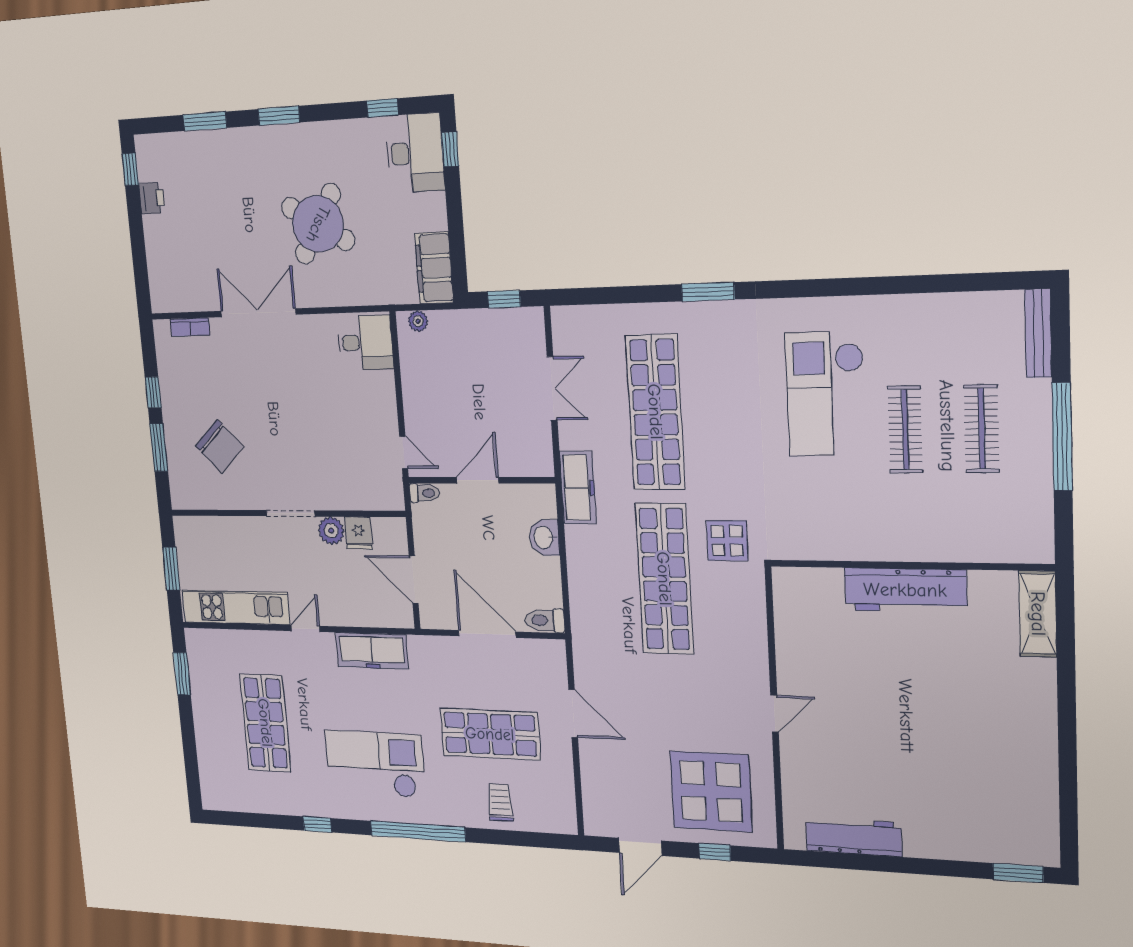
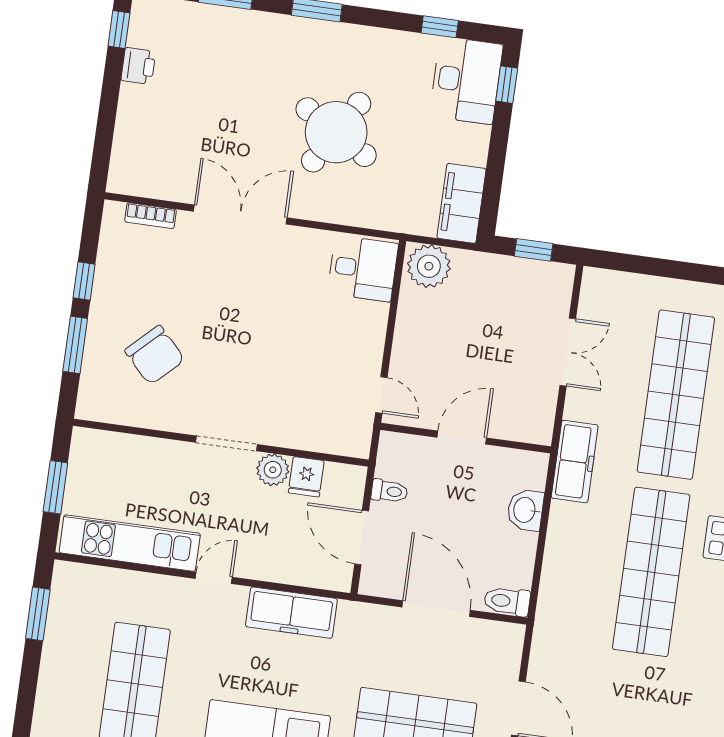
plant: (418, 321) -> (429, 266), width x1.88, depth x1.88
toilet: (424, 493) -> (389, 491), moved

